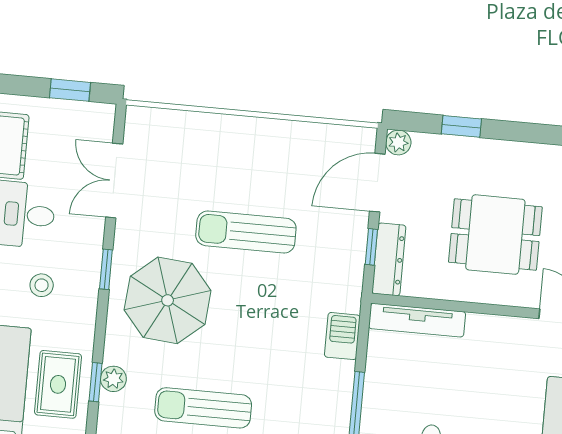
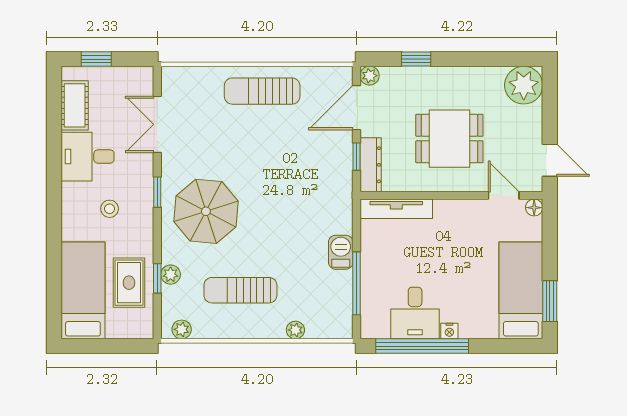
window: (70, 90) -> (96, 59), moved
sun lounger: (246, 232) -> (262, 91), moved
barbecue: (342, 336) -> (341, 252), moved

